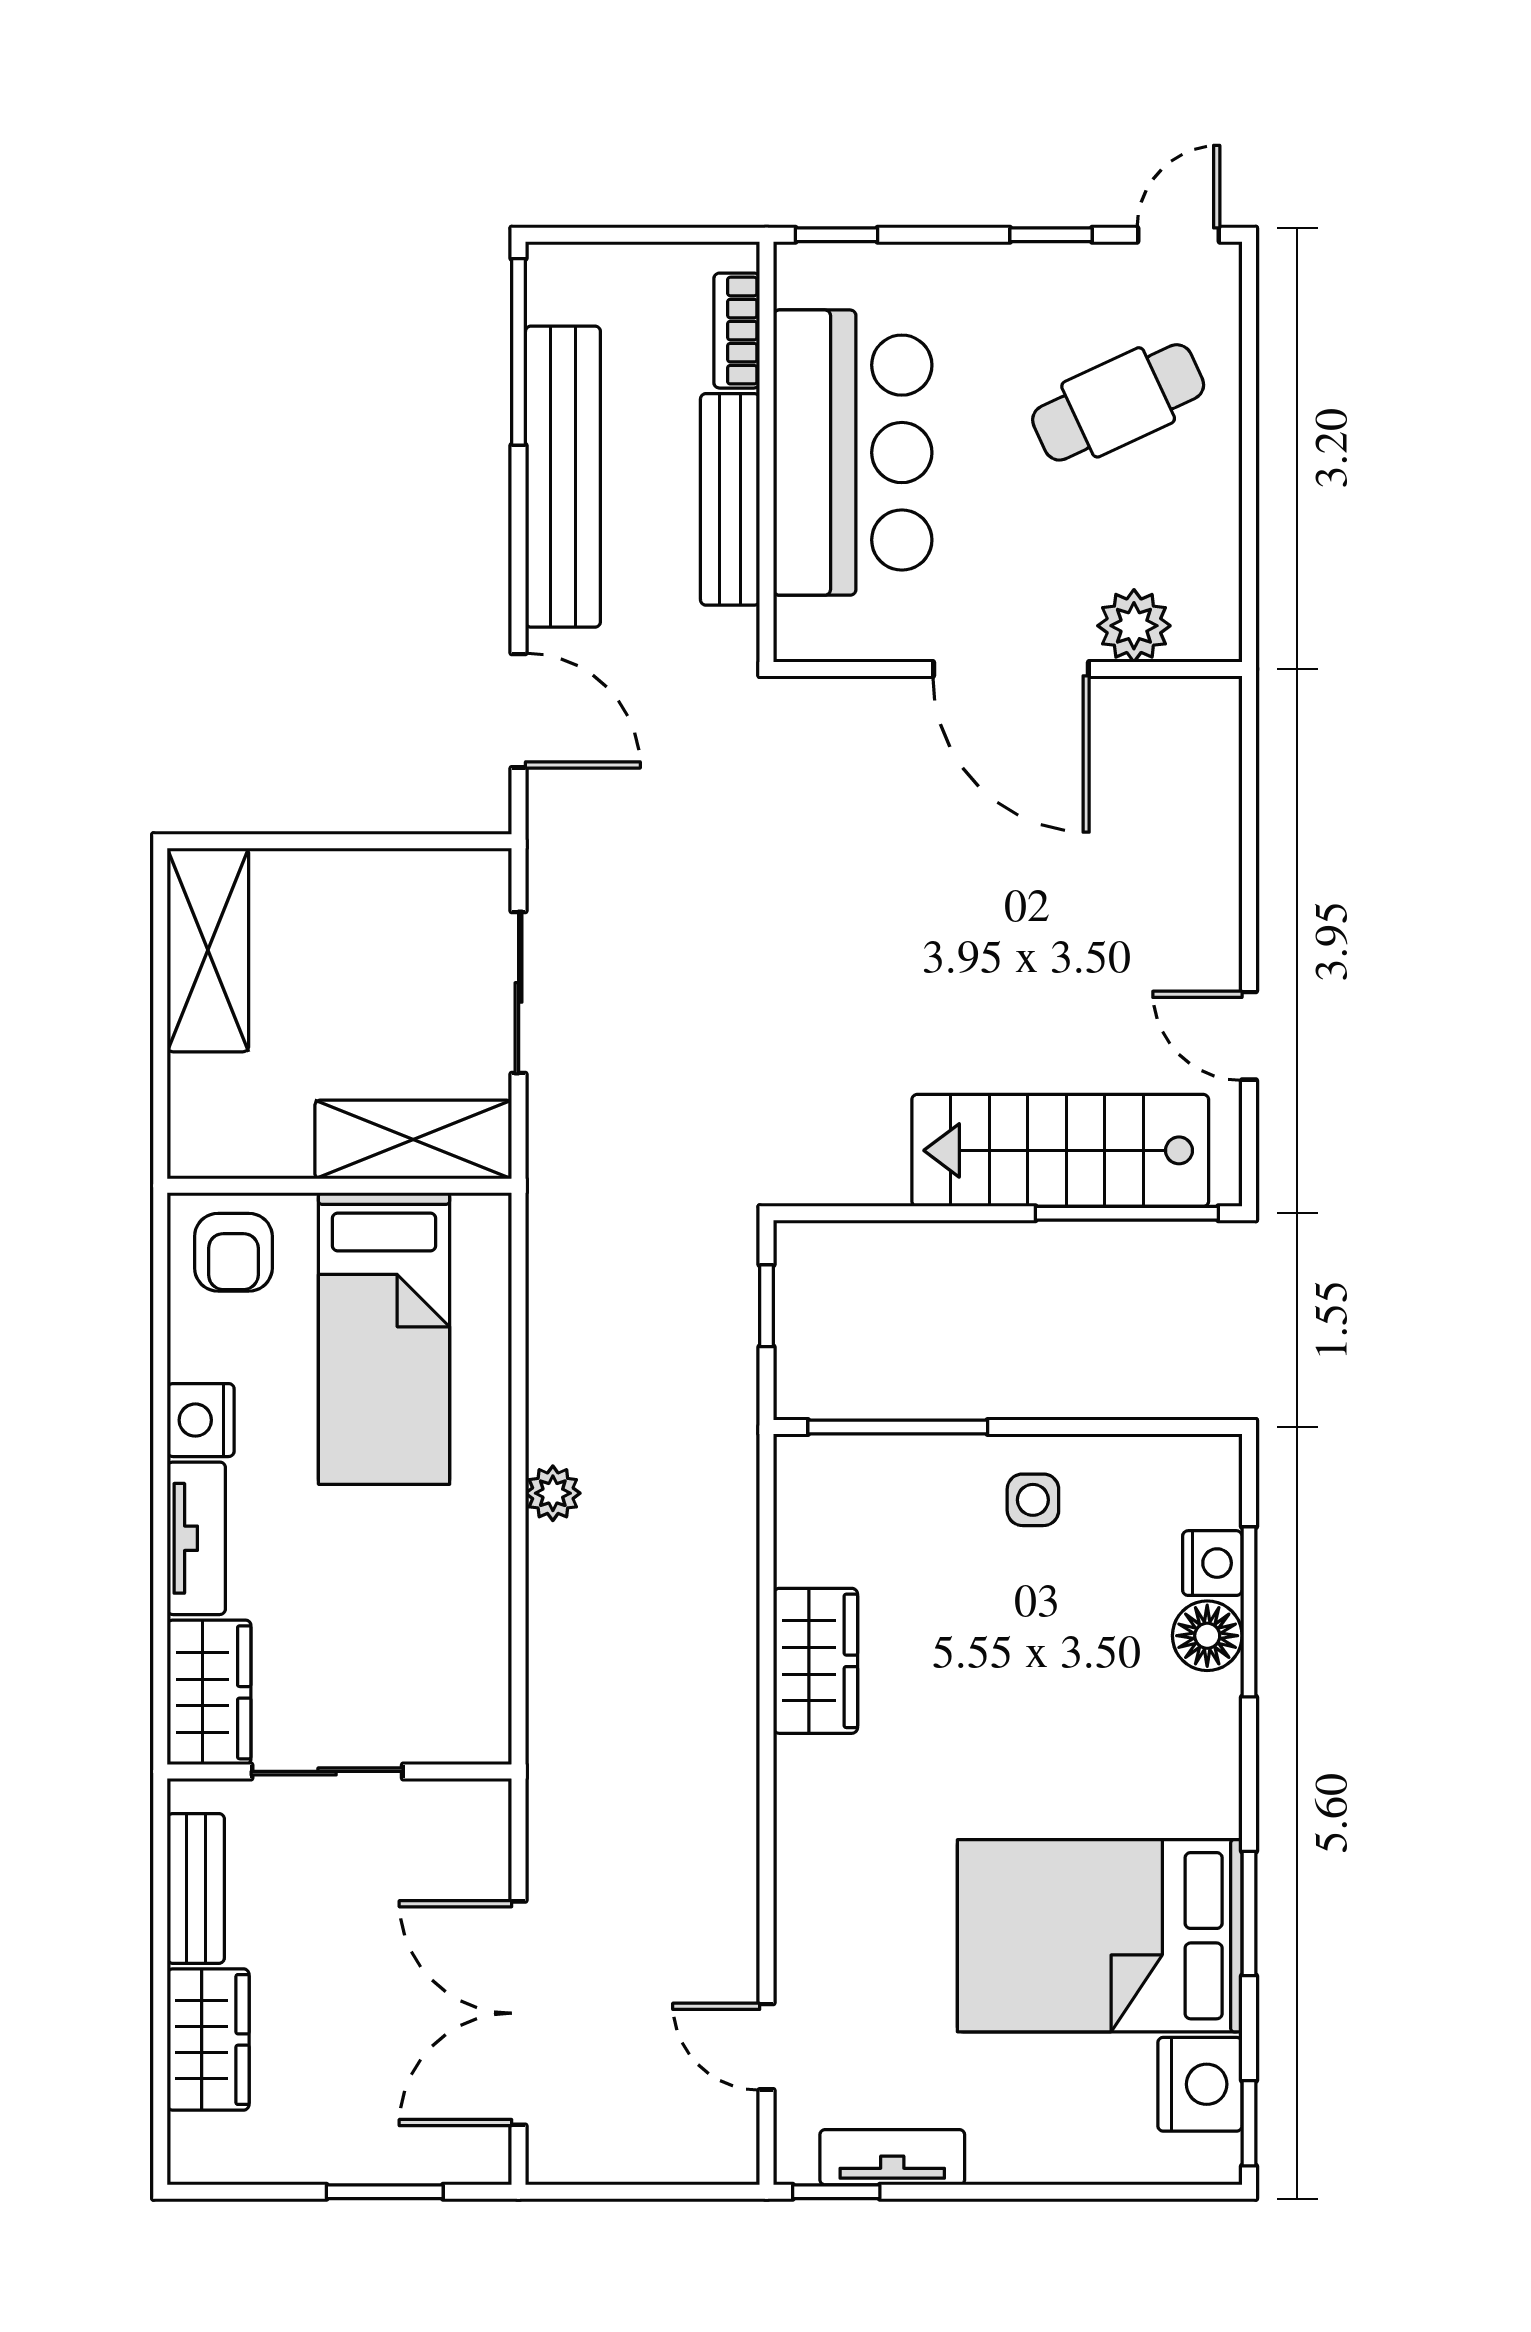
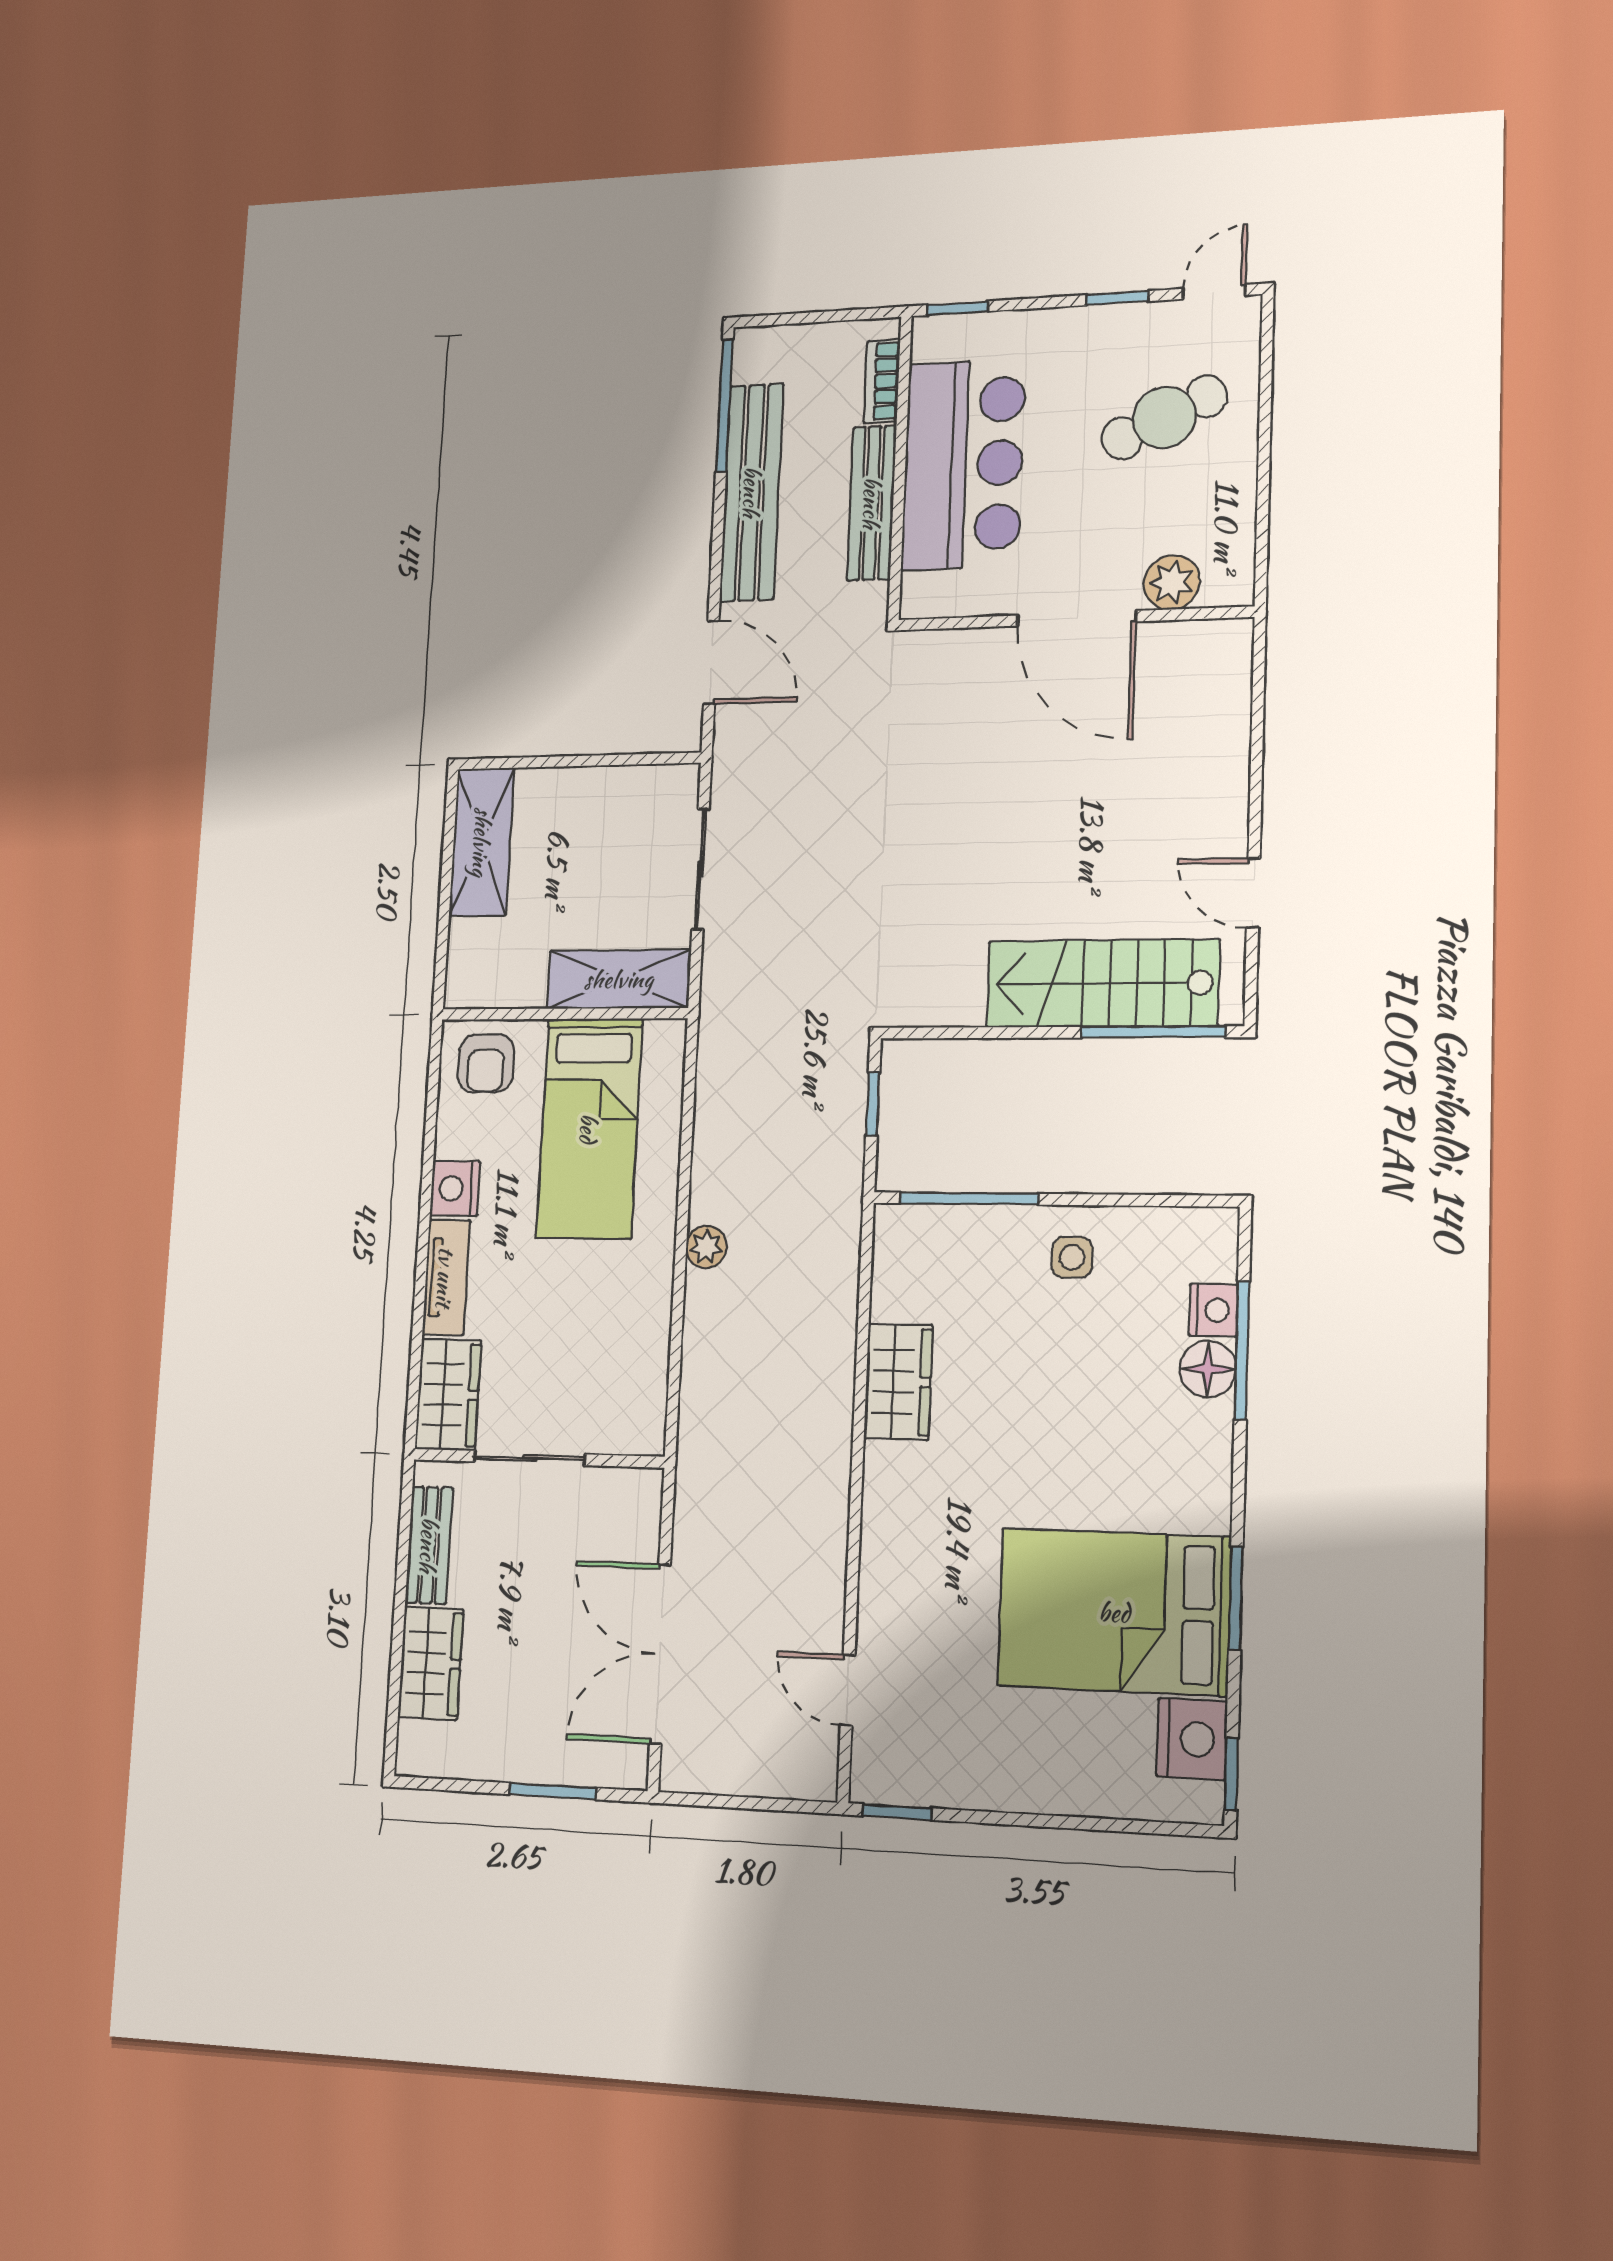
tv unit: (892, 2157) -> (942, 1786), removed

